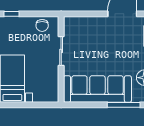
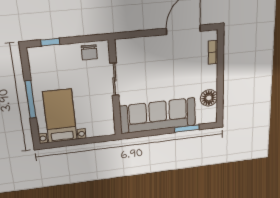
window: (124, 105) -> (187, 128), width x0.69

